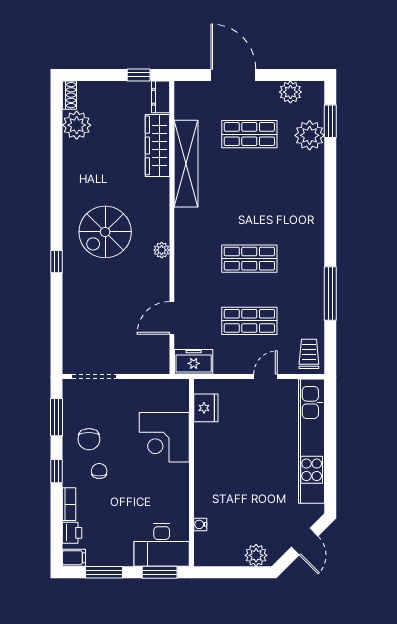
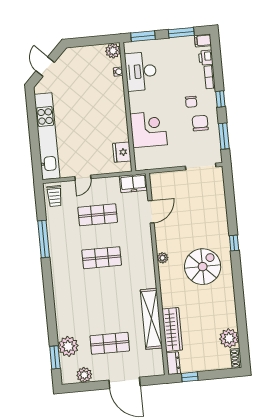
desk: (162, 545) -> (141, 71), moved, turned -90
plant: (256, 555) -> (113, 51), moved

